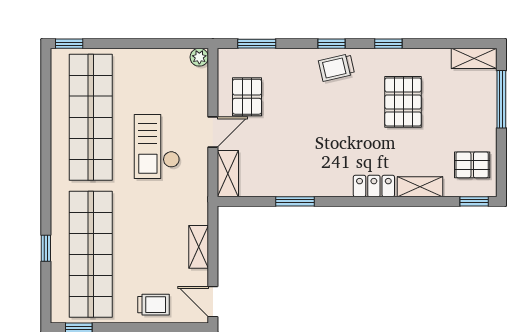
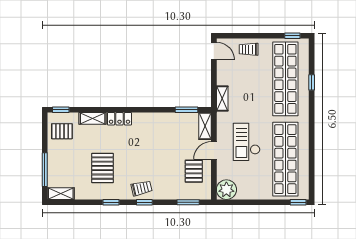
plant: (199, 57) -> (226, 190), width x1.88, depth x1.88
checkout: (157, 146) -> (247, 142), turned 180
window: (295, 201) -> (187, 110), moved
shelving: (199, 247) -> (222, 99), moved

